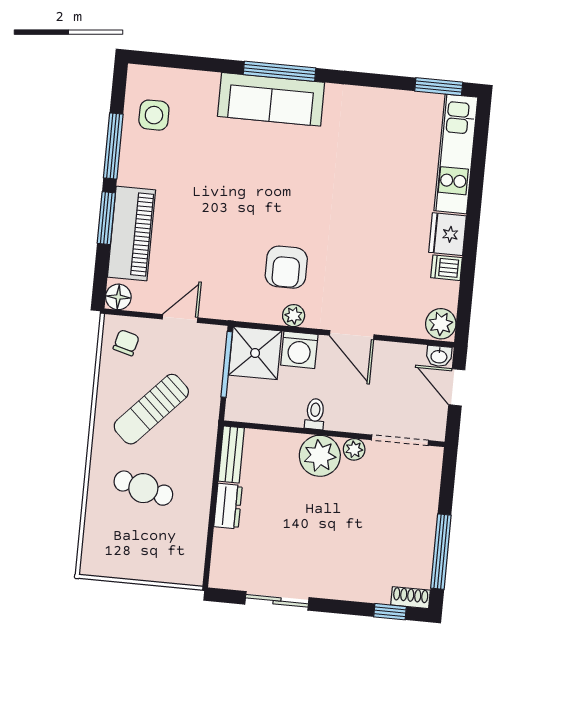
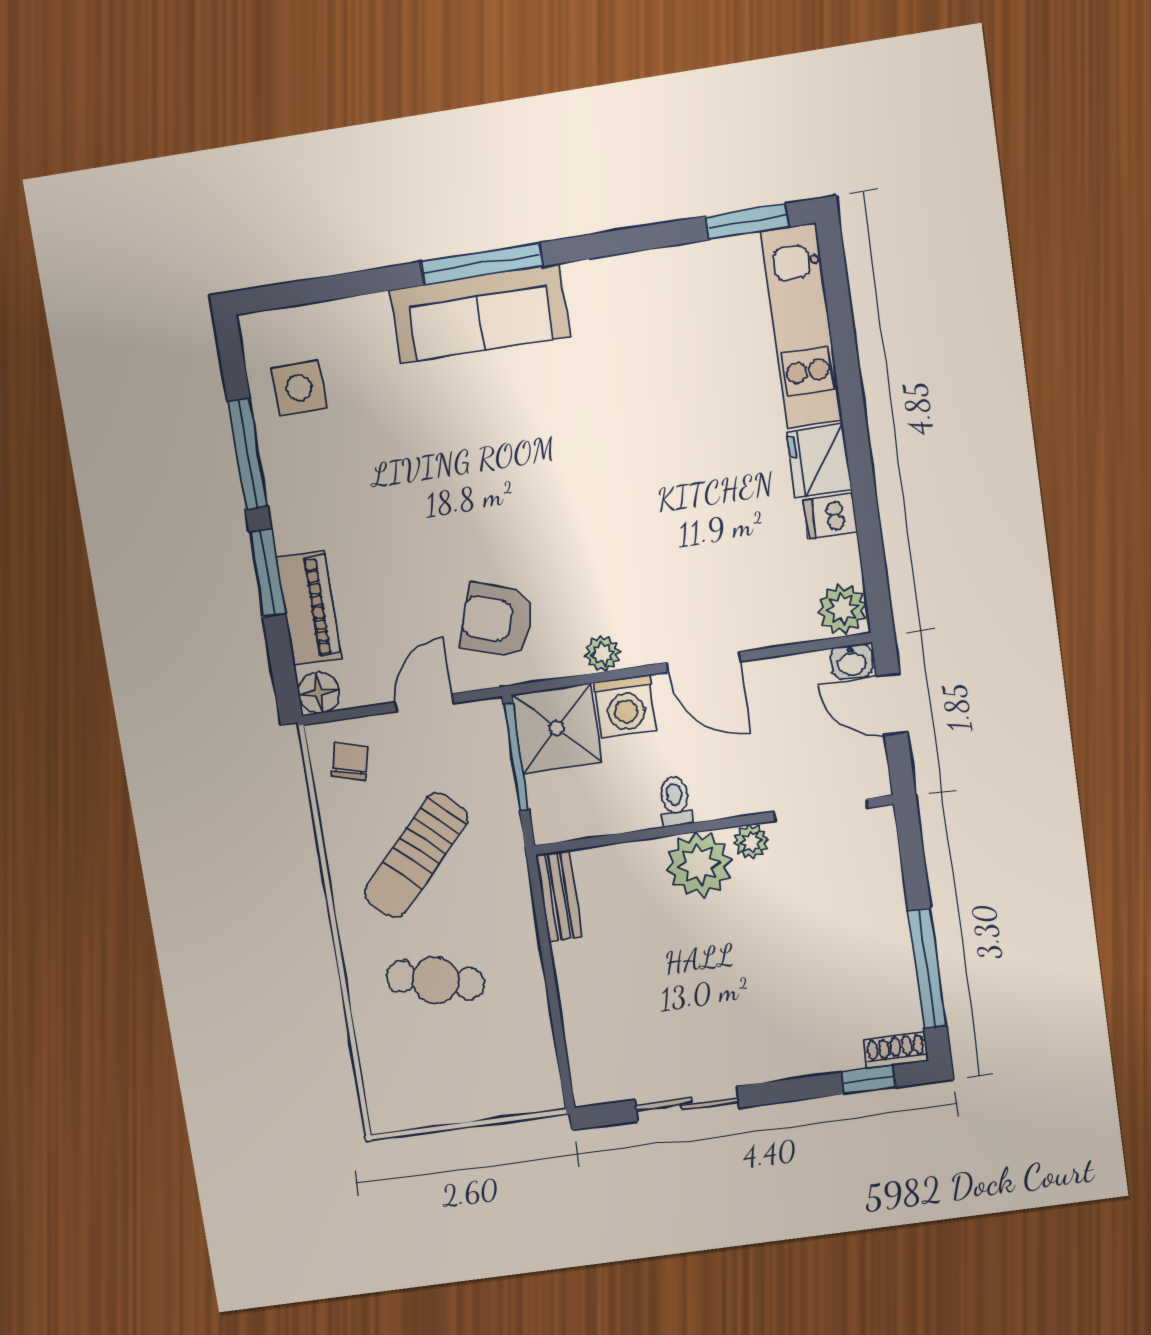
piano: (131, 233) -> (309, 608), width x0.73, depth x0.75
armchair: (286, 267) -> (496, 620), moved, turned 109
dresser: (228, 506) -> (574, 977), removed

